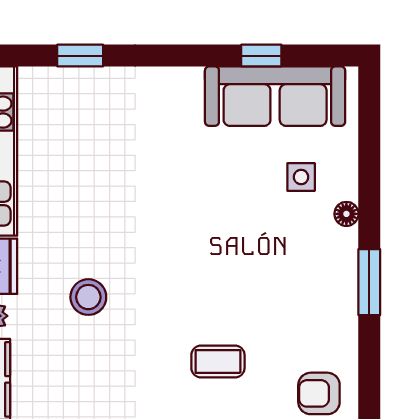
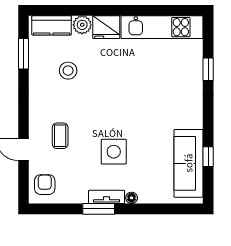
side table: (301, 177) -> (114, 152), moved, width x1.87, depth x1.87
tv unit: (344, 266) -> (106, 197), added
stool: (88, 297) -> (68, 71), moved

